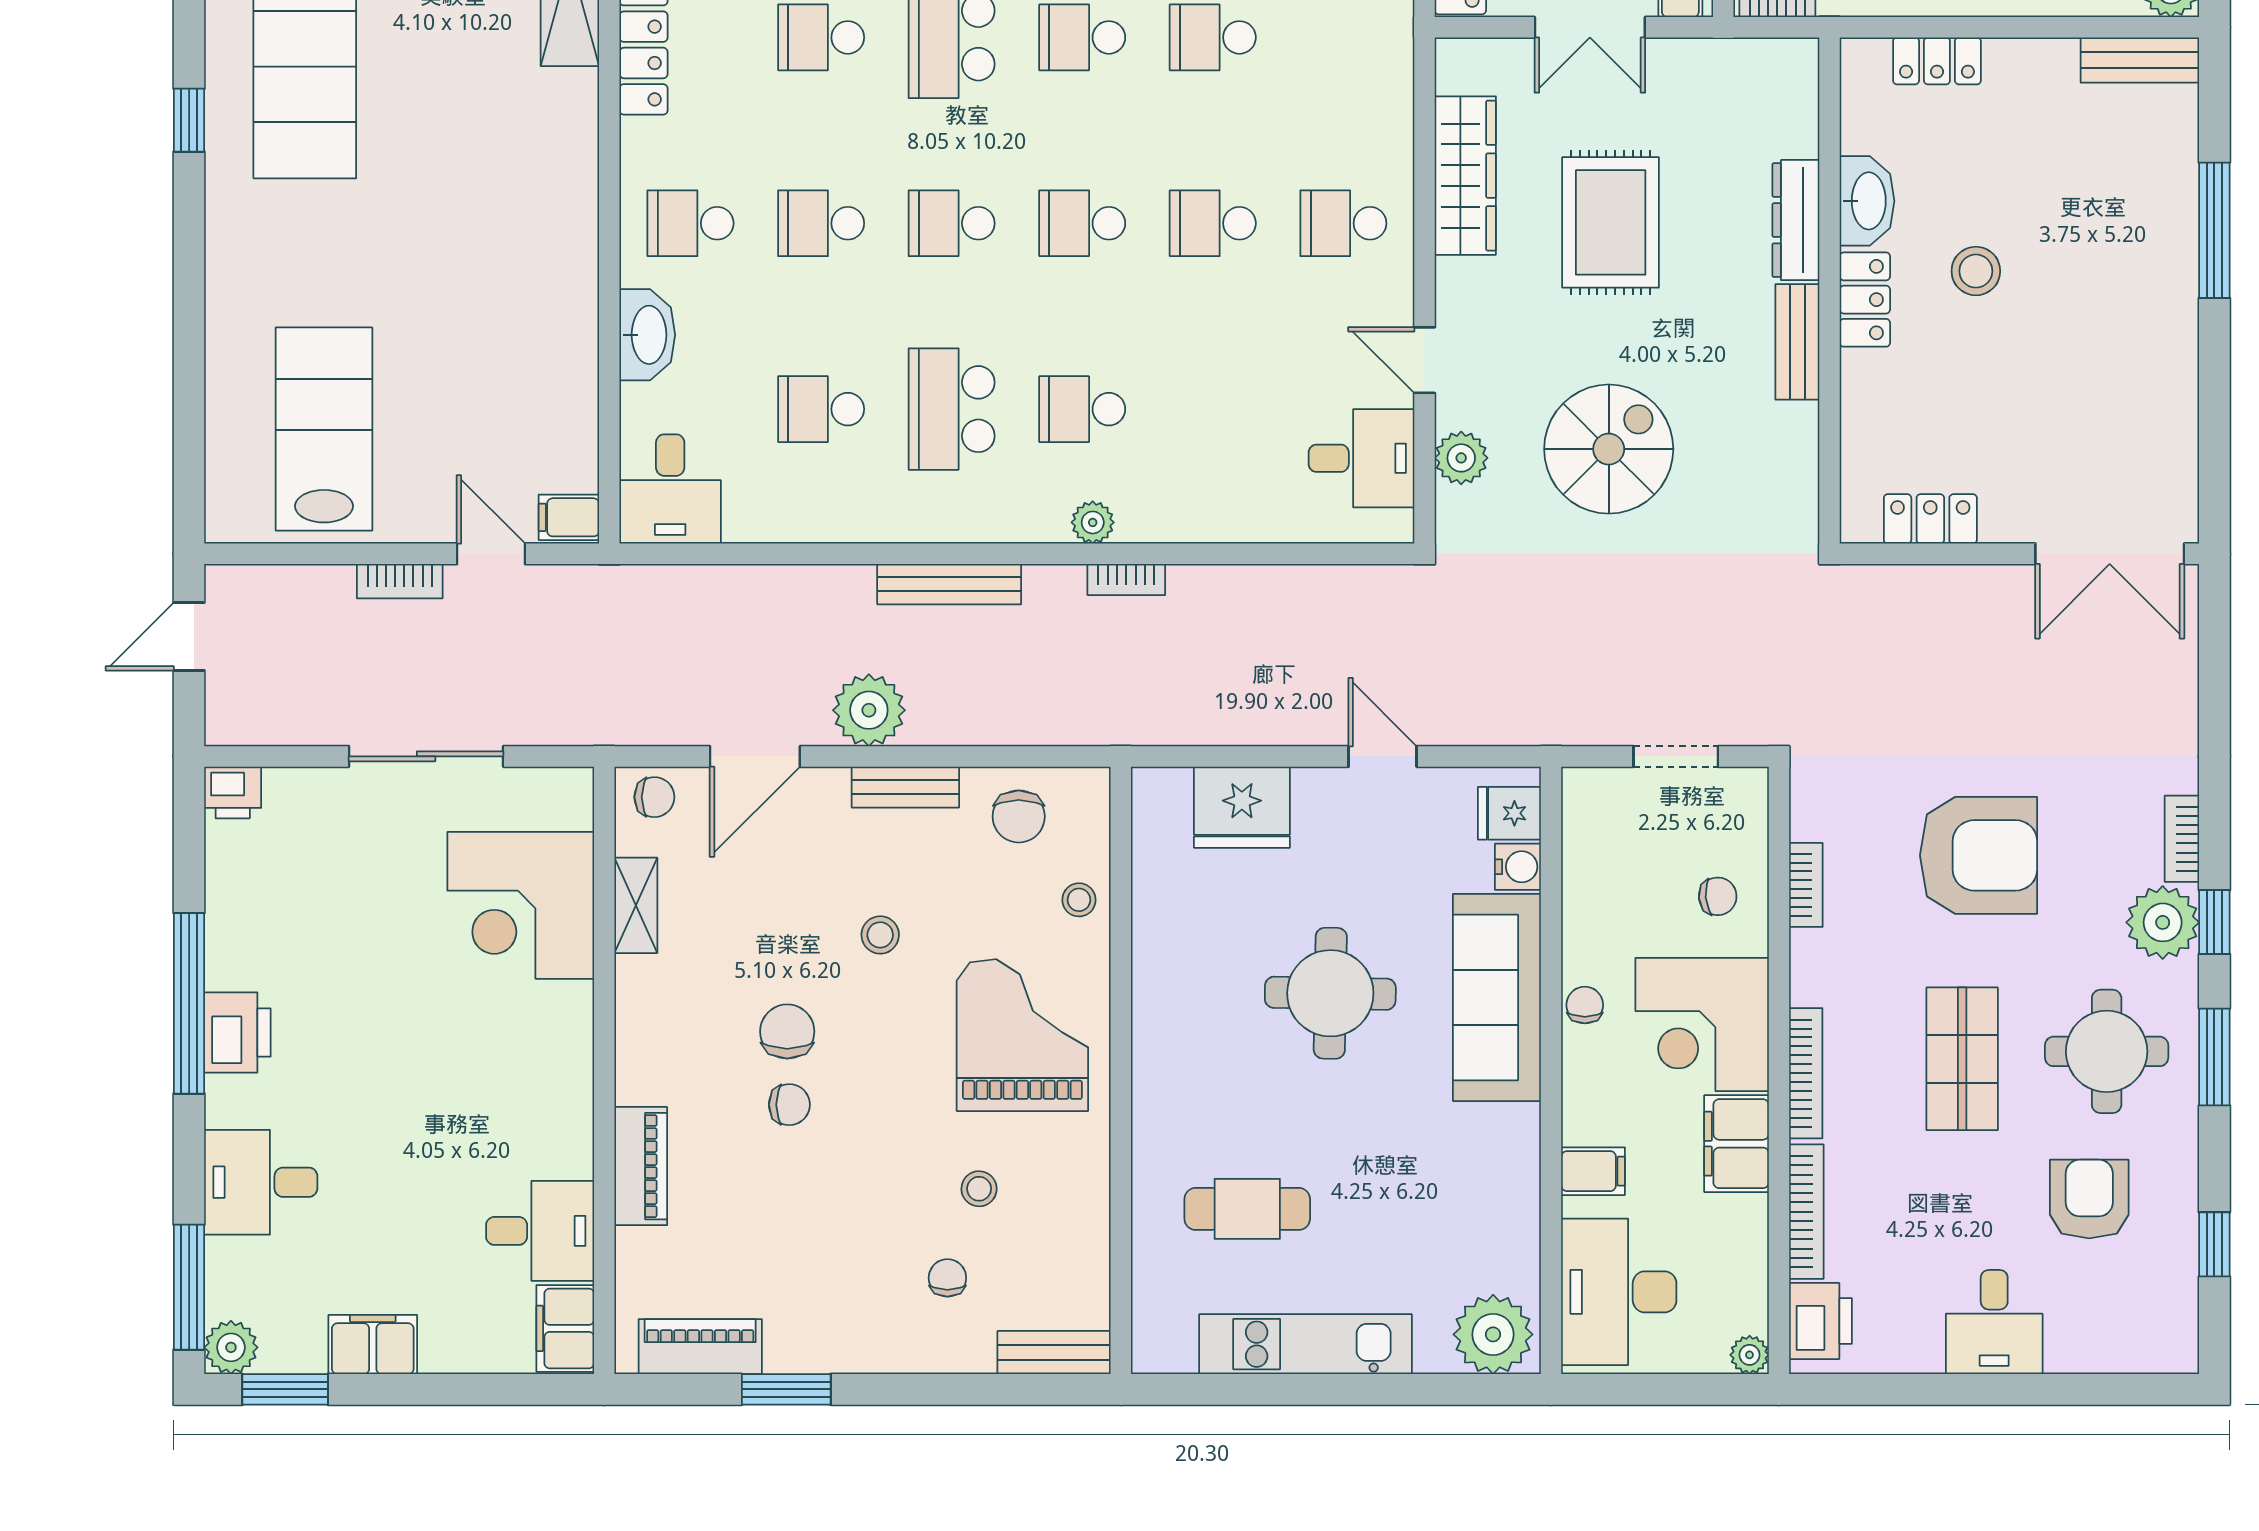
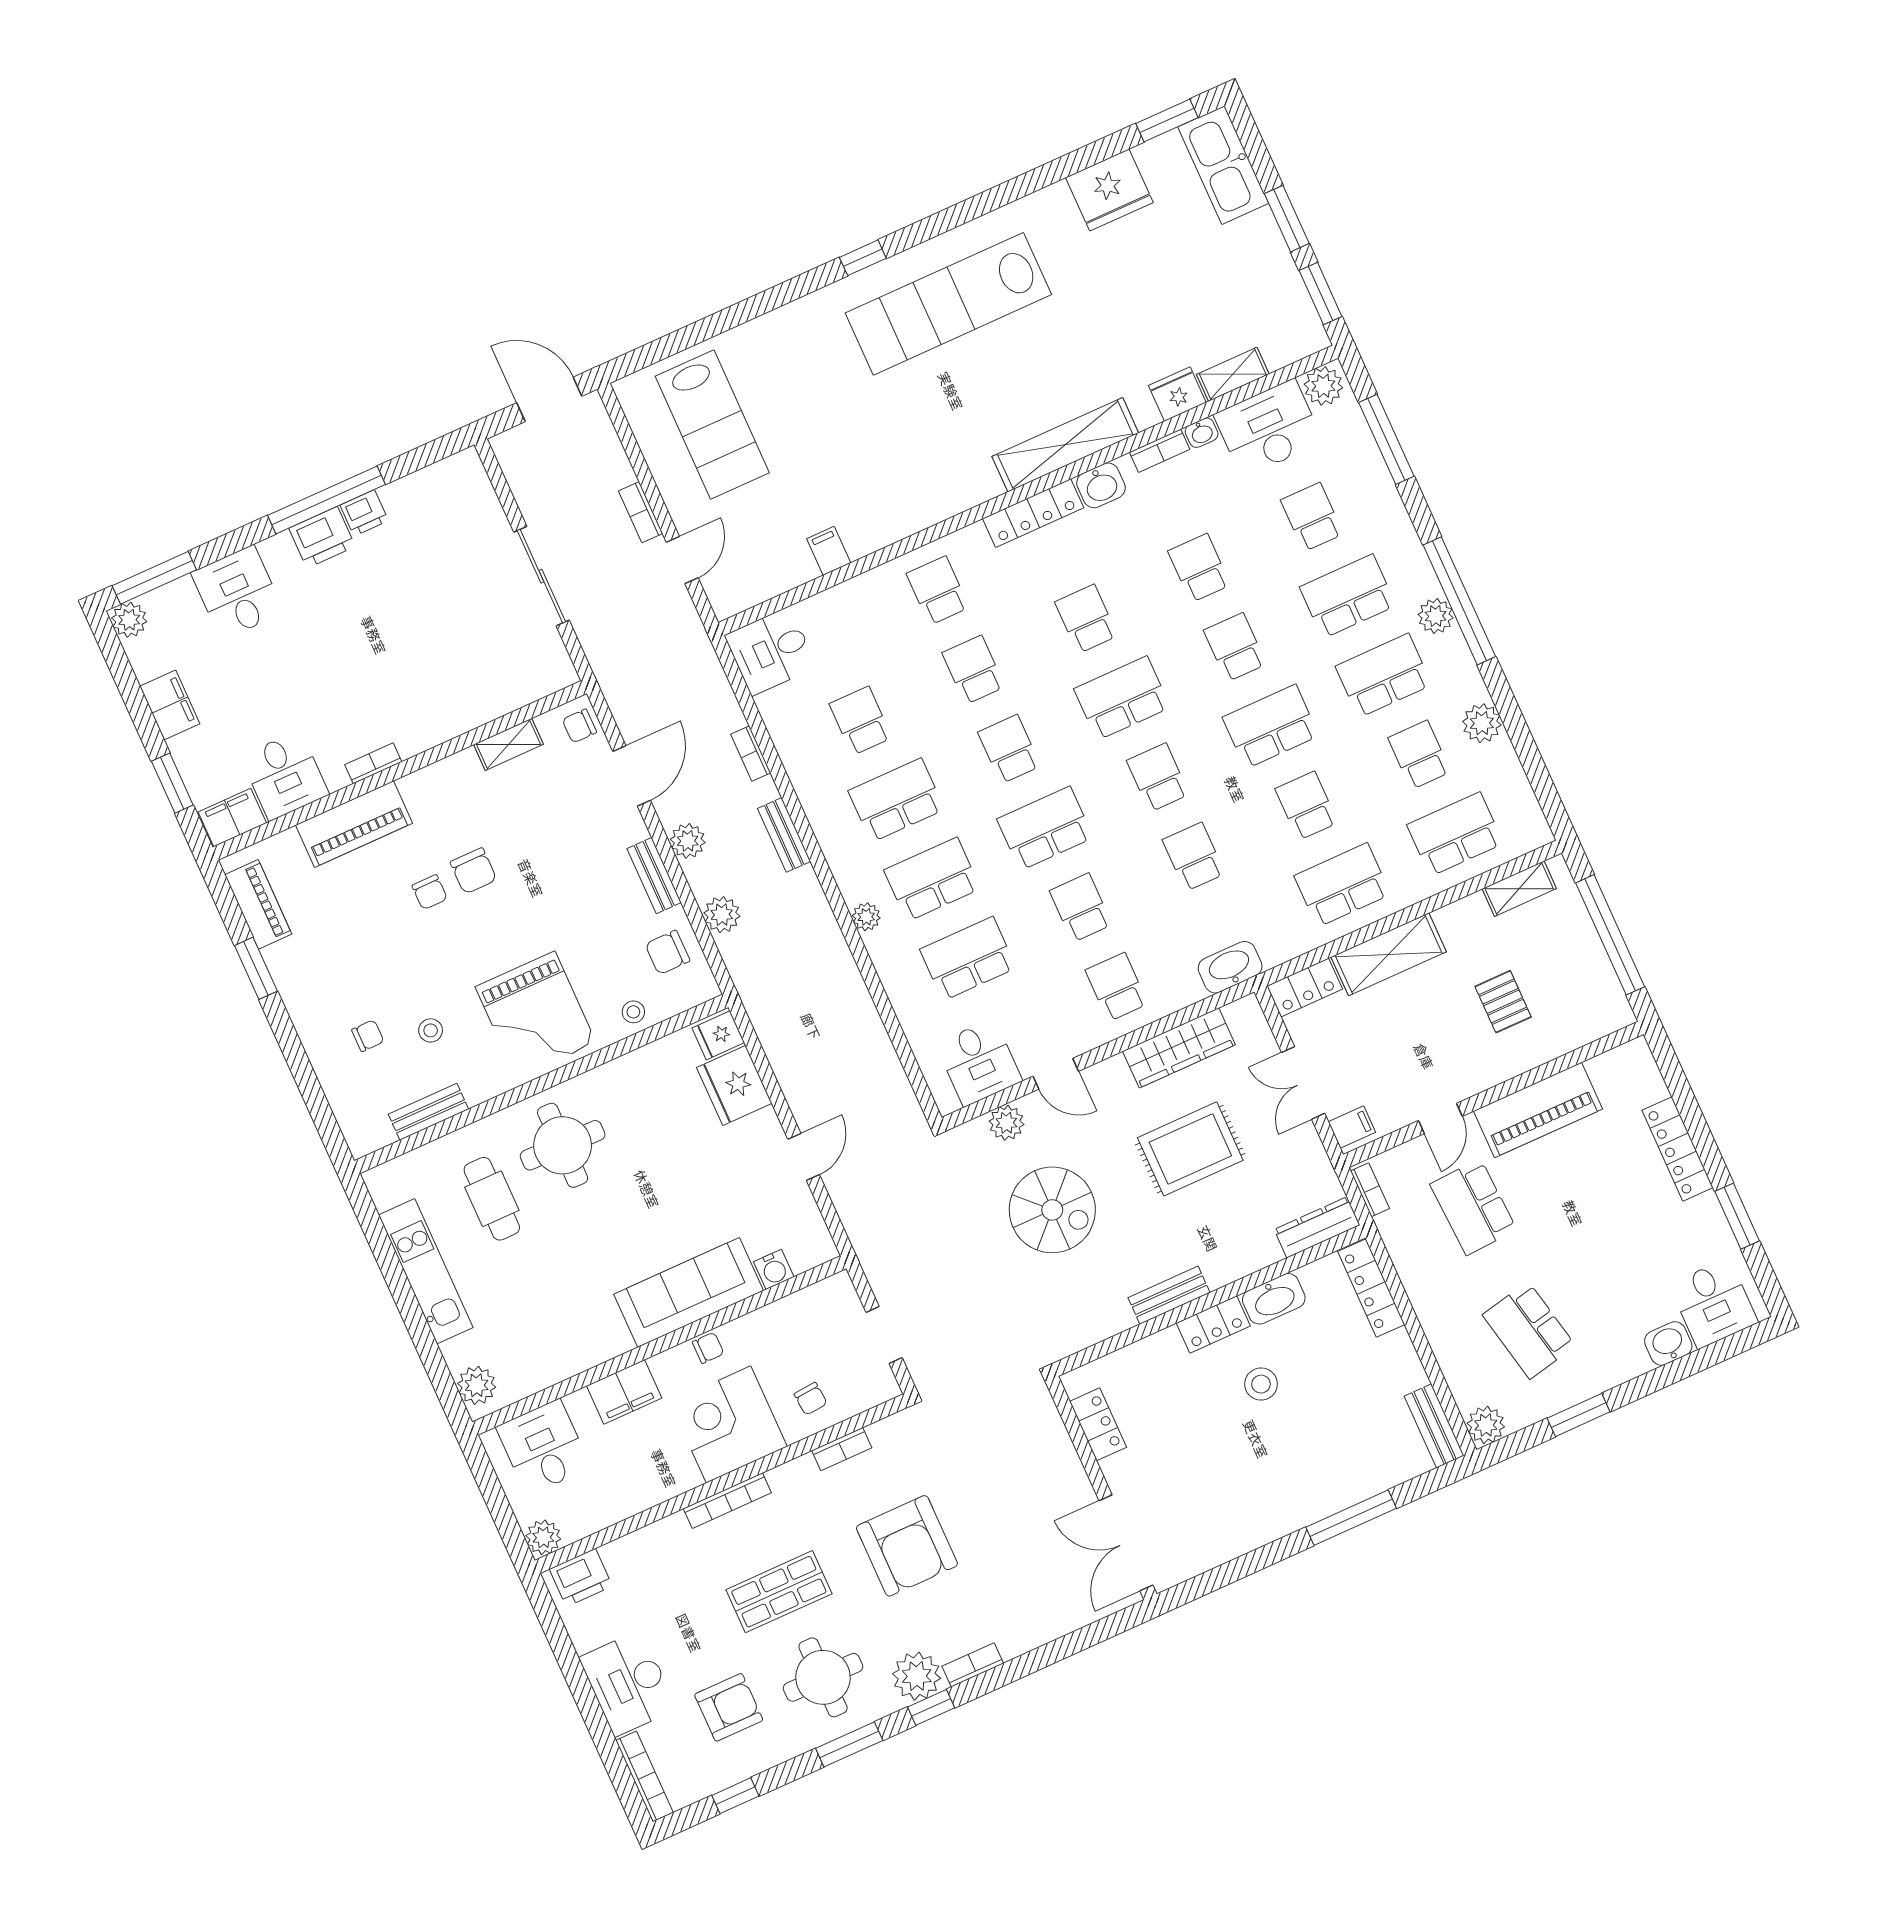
locker: (1937, 61) -> (1371, 1288), width x1.53
dresser: (1796, 220) -> (1317, 1227), moved
school desk: (1082, 223) -> (1045, 828), width x1.85
washbasin: (647, 335) -> (1230, 967), moved, turned 180
door: (1425, 360) -> (1056, 1074), swing flipped
school desk: (1082, 409) -> (932, 879), width x1.85
school desk: (1213, 409) -> (968, 959), added
lab bench: (324, 429) -> (712, 424), turned 90
filing cabinet: (569, 517) -> (829, 551), moved
bookcase: (1126, 580) -> (751, 754), moved
bench: (949, 584) -> (784, 835), width x0.73
door: (189, 637) -> (549, 399), width x1.38
plant: (869, 710) -> (688, 841), width x0.73, depth x0.73
plant: (1000, 719) -> (722, 915), added
door: (755, 756) -> (632, 776), swing flipped
printer: (233, 792) -> (364, 513), moved, turned -90
chair: (654, 797) -> (579, 726), turned 90
fridge: (1509, 813) -> (718, 1035), moved, turned -90
corner desk: (521, 905) -> (477, 674), removed
stool: (880, 935) -> (558, 901), removed
round table: (1330, 993) -> (563, 1145), moved
chair: (787, 1031) -> (473, 871), turned 90
grand piano: (1022, 1035) -> (536, 1015), turned 90
bookcase: (578, 1102) -> (373, 763), added
filing cabinet: (1737, 1144) -> (666, 1478), removed
piano: (641, 1166) -> (354, 824), width x1.37, depth x1.33
filing cabinet: (1593, 1171) -> (624, 1392), width x2.00
bookcase: (1806, 1212) -> (644, 1776), moved, turned -90
desk: (1619, 1292) -> (543, 1447), width x0.73
desk: (1994, 1322) -> (628, 1683), width x1.37
plant: (1493, 1334) -> (477, 1385), width x0.73, depth x0.73
bench: (1054, 1353) -> (428, 1112), moved, turned 90
plant: (1750, 1355) -> (543, 1537), width x1.38, depth x1.38
window: (285, 1389) -> (172, 783), moved

